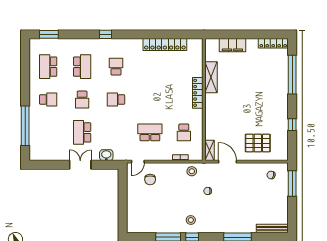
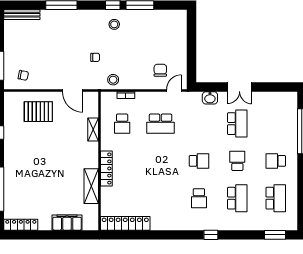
locker: (165, 44) -> (125, 223), moved
school desk: (82, 67) -> (237, 198), turned 180
school desk: (184, 132) -> (122, 124), turned 180
shelving: (209, 150) -> (93, 130), moved

